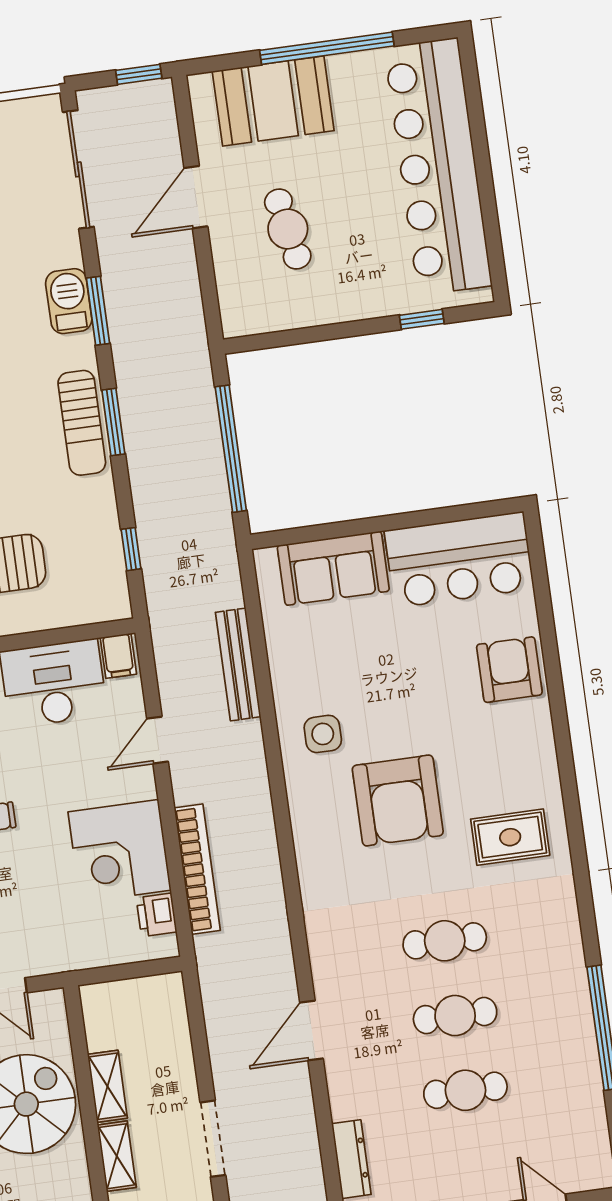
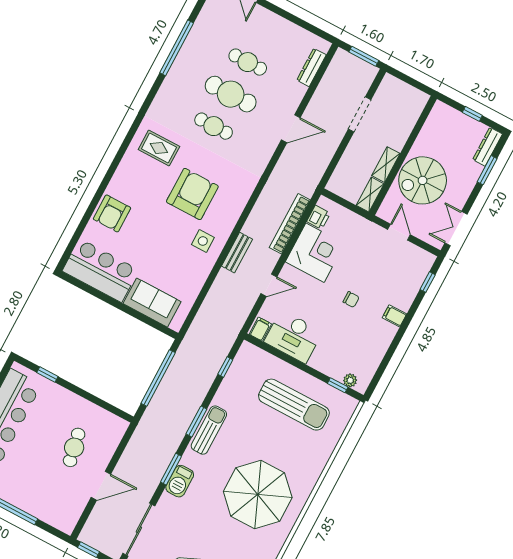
booth: (273, 101) -> (44, 501), removed
bench: (238, 664) -> (237, 253), moved, width x0.73
cafe table: (455, 1016) -> (231, 94), width x1.37, depth x1.35
shelving: (117, 1156) -> (370, 195), moved

